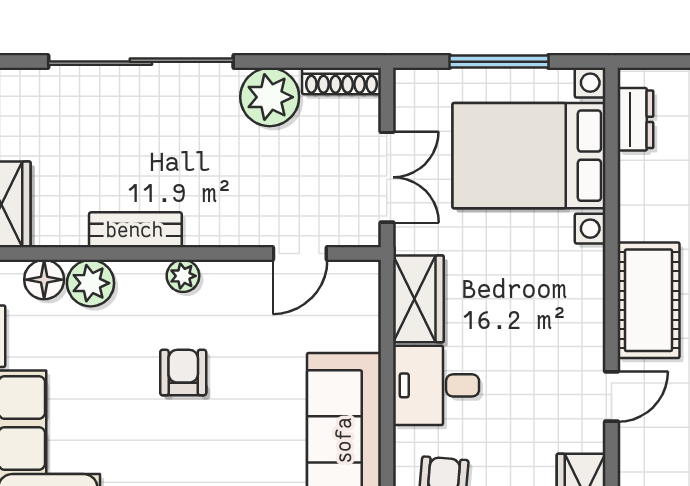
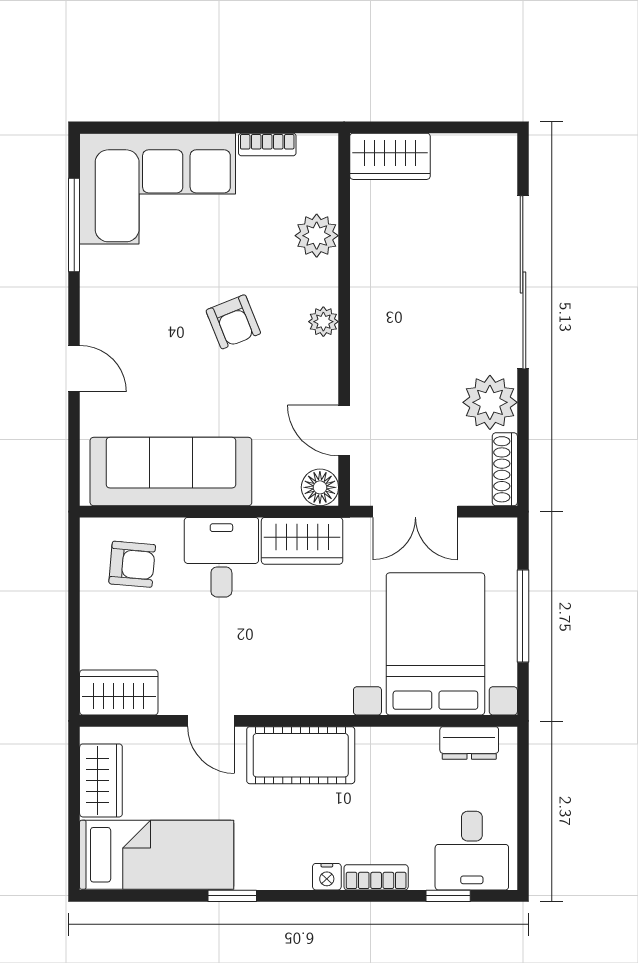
bench: (135, 230) -> (366, 277), removed
floor lamp: (44, 280) -> (320, 487), moved
armchair: (183, 373) -> (233, 322), turned 68

